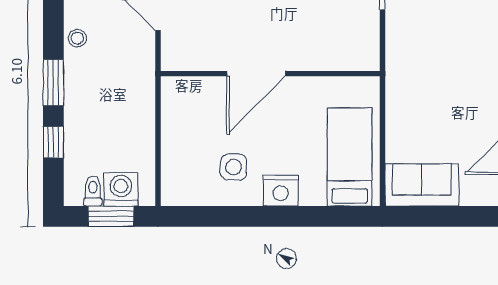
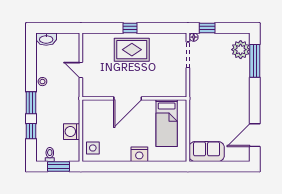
bed: (350, 157) -> (167, 123), moved, turned 180
side table: (234, 167) -> (93, 148), moved
washing machine: (121, 189) -> (72, 132), moved, turned -90

